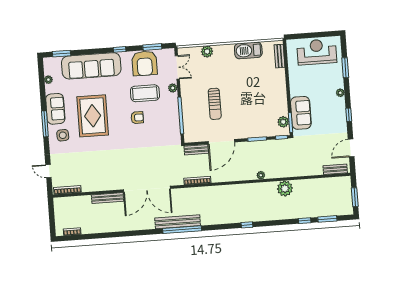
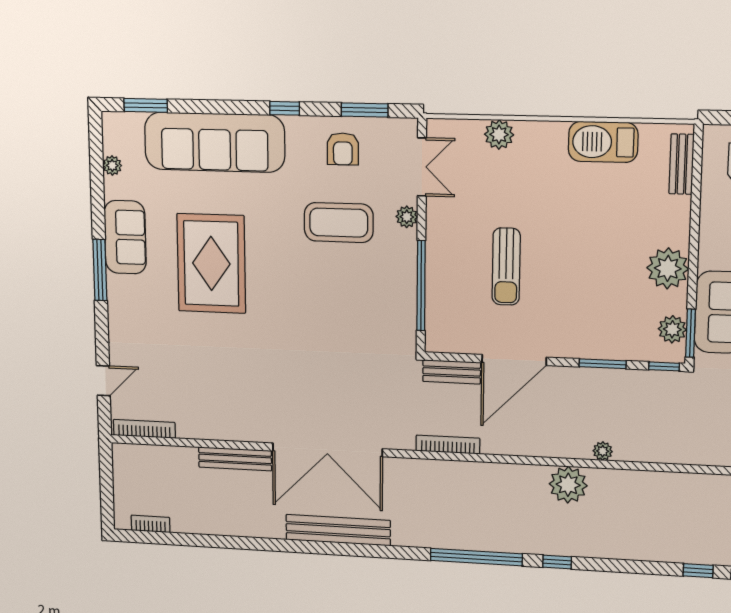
armchair: (145, 63) -> (343, 149), width x0.53, depth x0.53
plant: (279, 98) -> (668, 268), added
armchair: (137, 118) -> (316, 279), removed
side table: (63, 135) -> (140, 301), removed
door: (48, 171) -> (103, 381), swing flipped
plant: (285, 188) -> (568, 485), moved
bench: (178, 222) -> (338, 530), moved
window: (182, 230) -> (476, 557), moved

